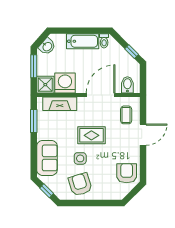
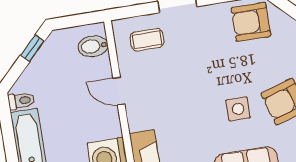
door: (101, 95) -> (119, 91), width x0.53
rug: (91, 135) -> (194, 96), removed

